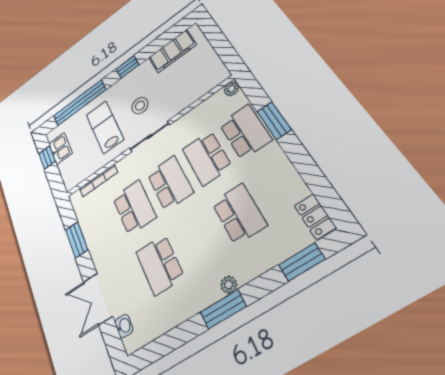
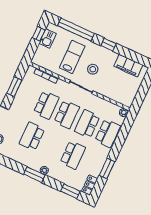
window: (274, 121) -> (107, 169), moved

